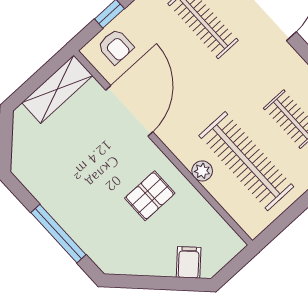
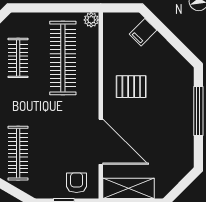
door: (129, 111) -> (101, 142), swing flipped
plant: (202, 171) -> (91, 20), moved

